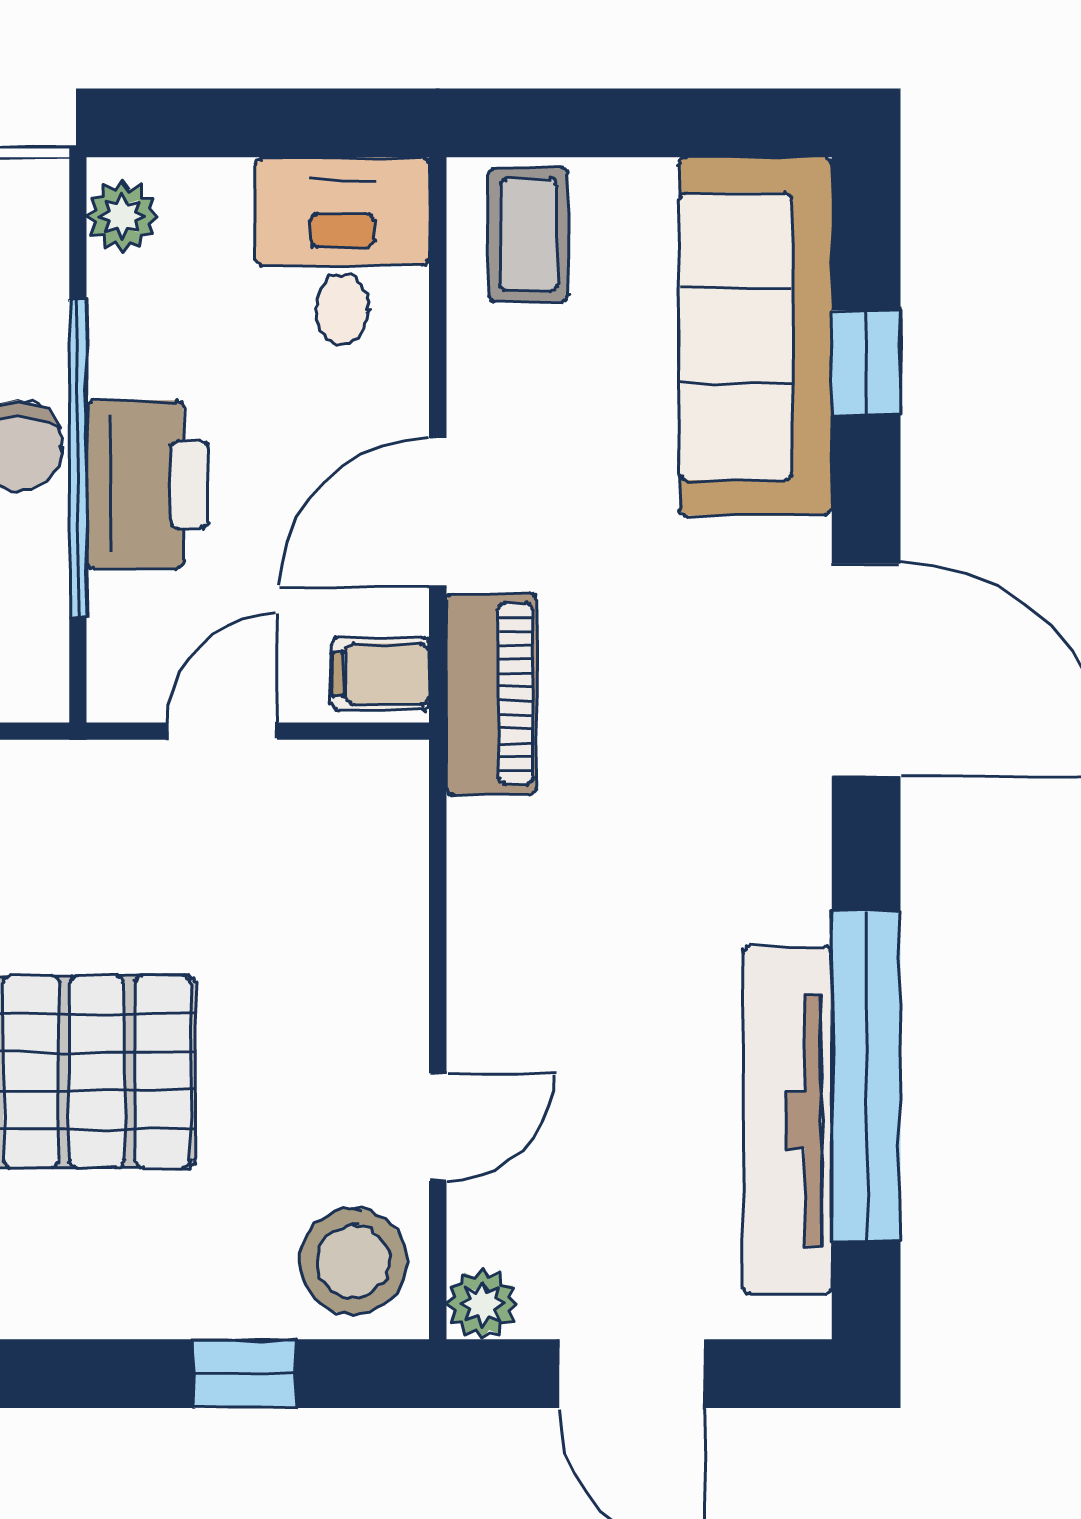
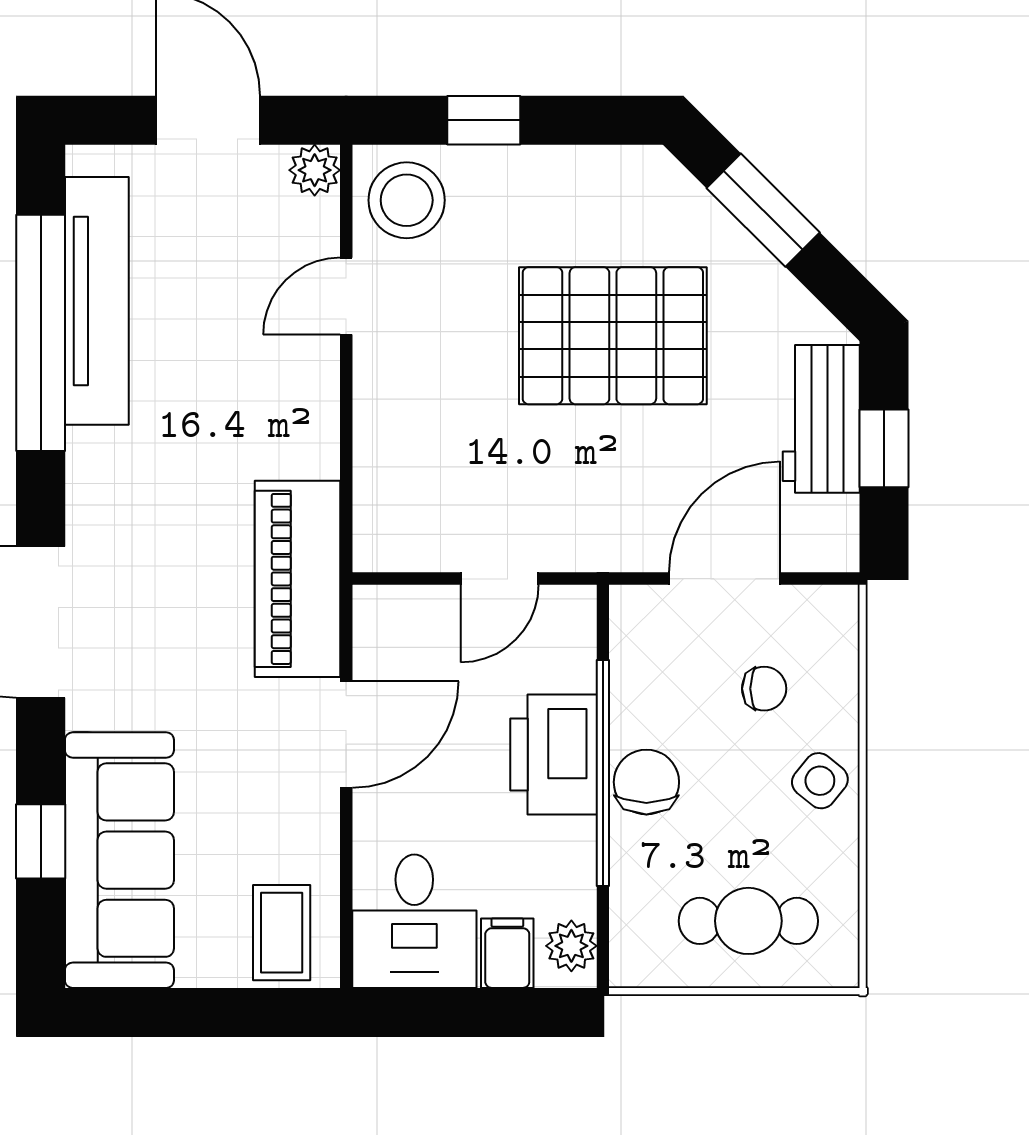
filing cabinet: (380, 674) -> (507, 953), moved, turned -90
piano: (491, 694) -> (297, 579), width x1.37, depth x1.33

